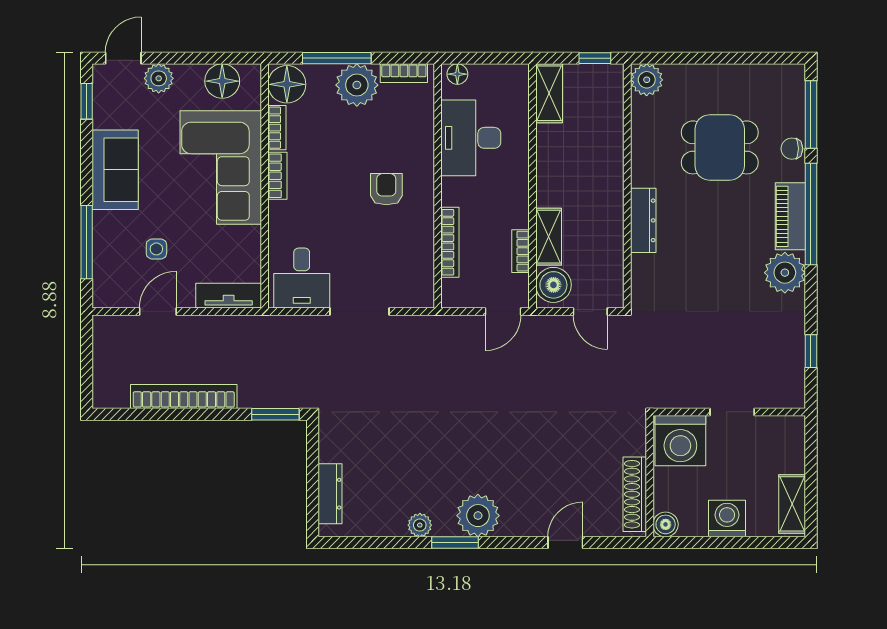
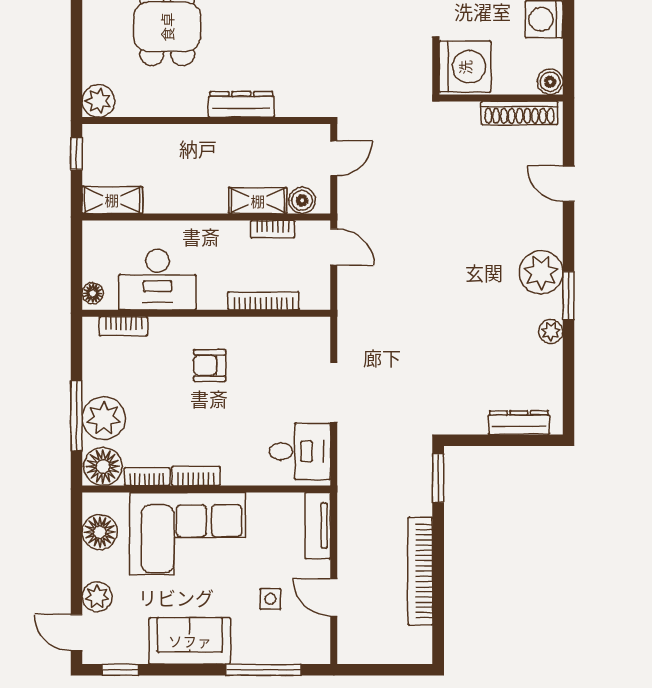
bookcase: (404, 73) -> (123, 326), moved, turned 90
plant: (357, 85) -> (104, 418), moved
boiler: (553, 285) -> (302, 200), width x0.73, depth x0.73

